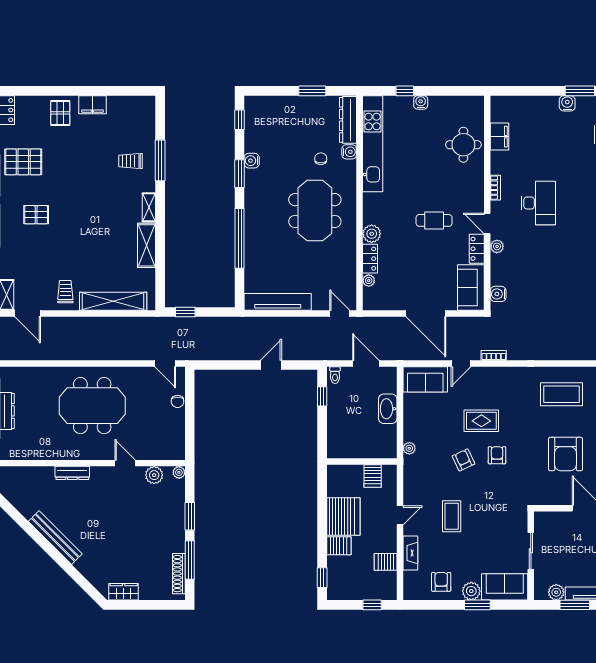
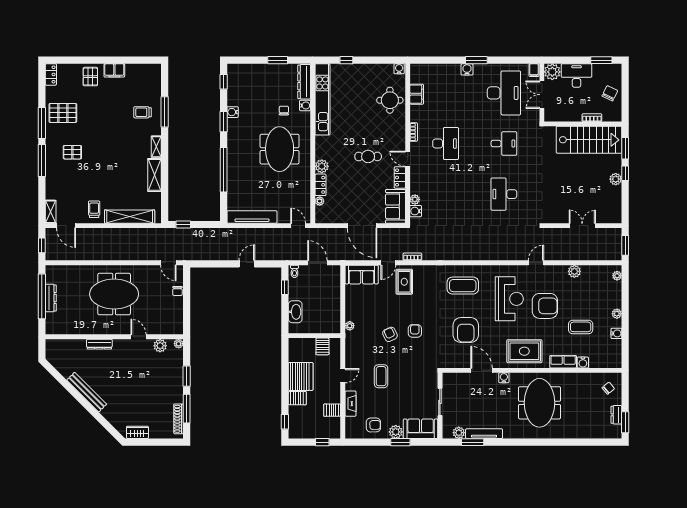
water cooler: (421, 102) -> (399, 69), moved
plant: (497, 246) -> (415, 199), moved
washbasin: (388, 409) -> (295, 312), moved, turned 180
rug: (481, 421) -> (404, 282), moved, turned 90
armchair: (441, 582) -> (373, 425), turned 89

